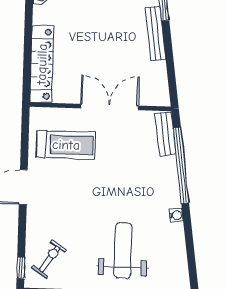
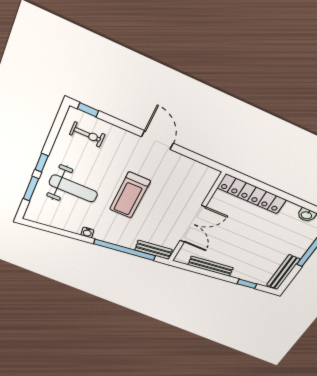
bench: (155, 34) -> (210, 266), moved
treadmill: (66, 145) -> (130, 195), moved
exercise bike: (49, 259) -> (87, 134), turned -34

